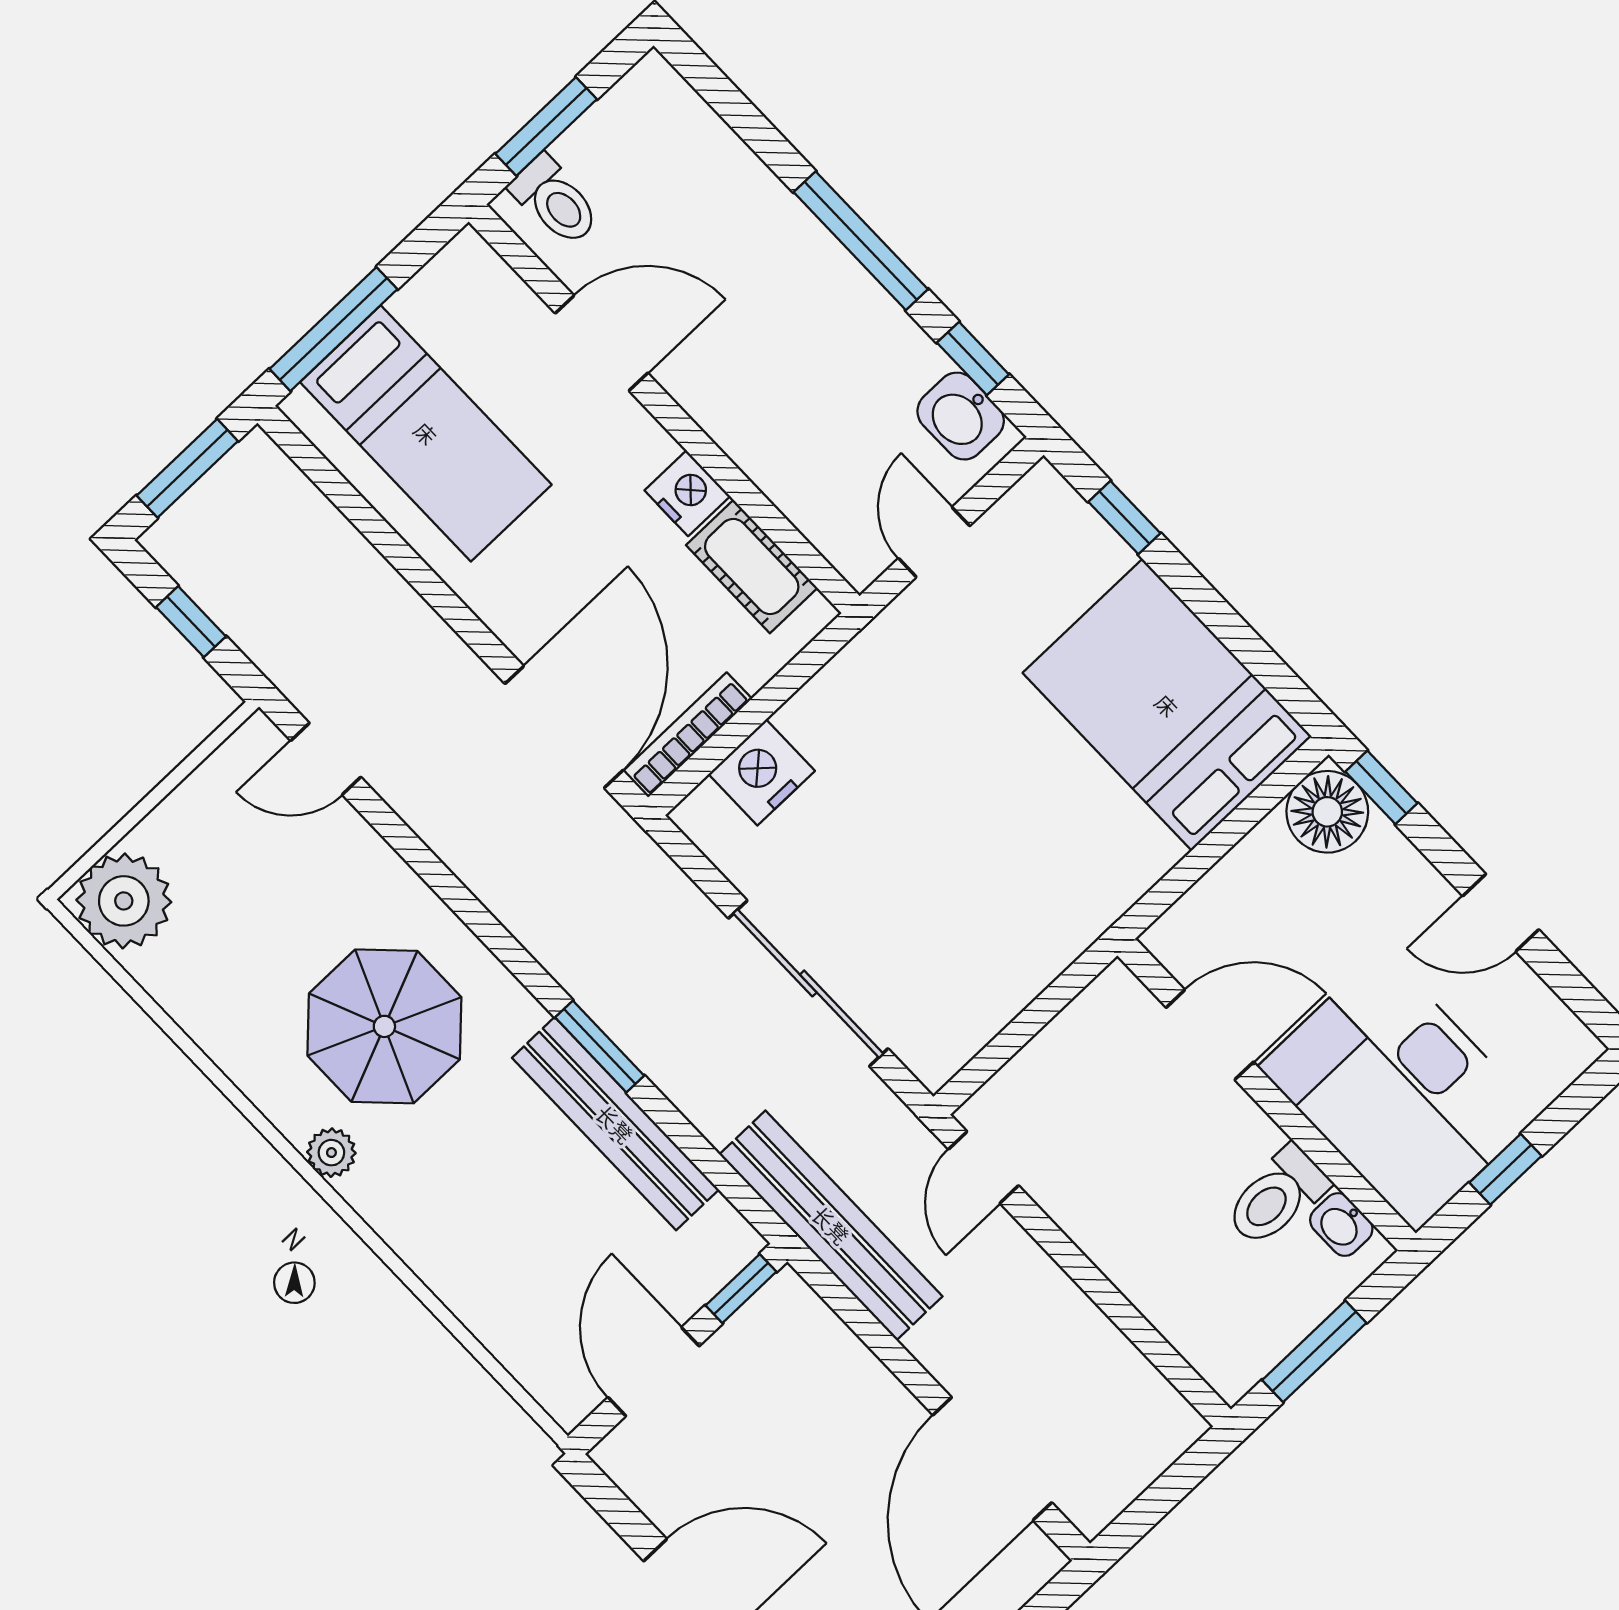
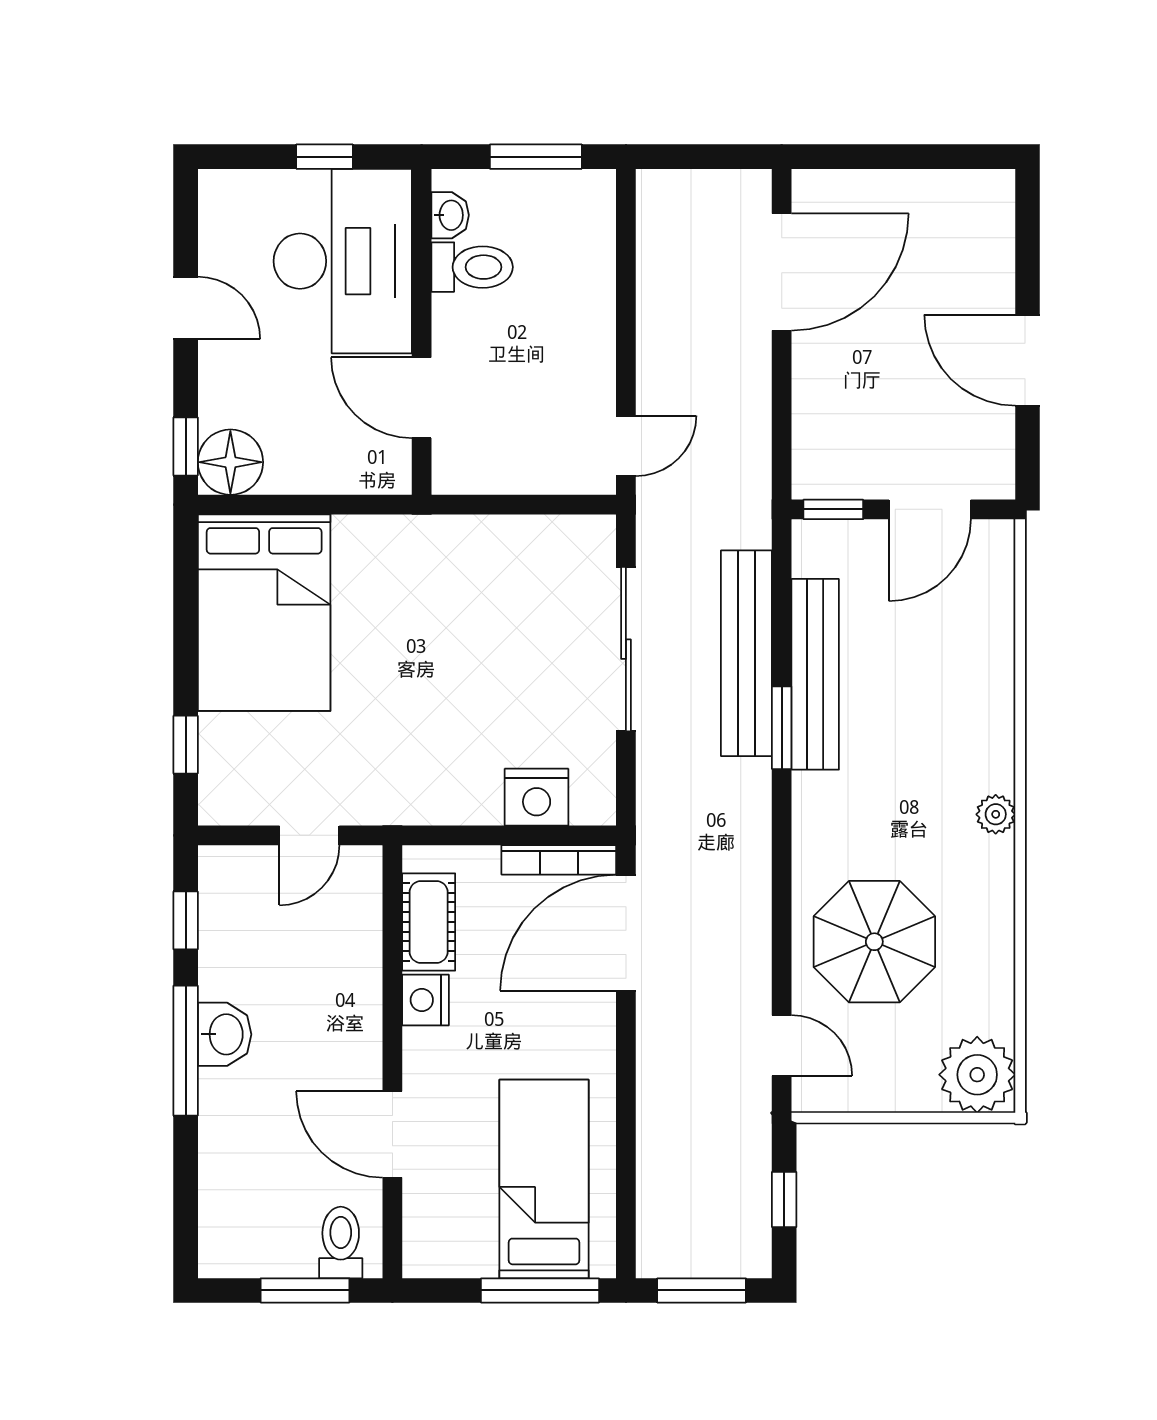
washbasin: (961, 416) -> (225, 1034), moved
parasol: (384, 1026) -> (874, 942), moved
bench: (831, 1225) -> (746, 653), moved

